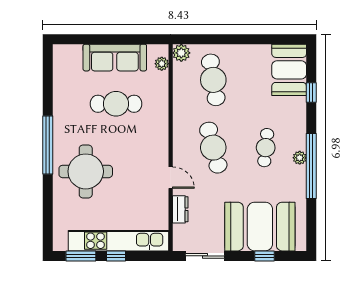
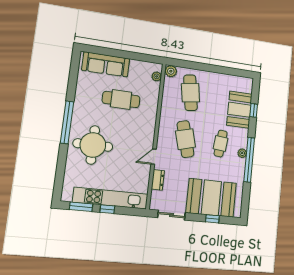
sofa: (115, 58) -> (106, 64), moved
booth: (289, 70) -> (239, 110), moved
door: (171, 178) -> (154, 157), swing flipped

